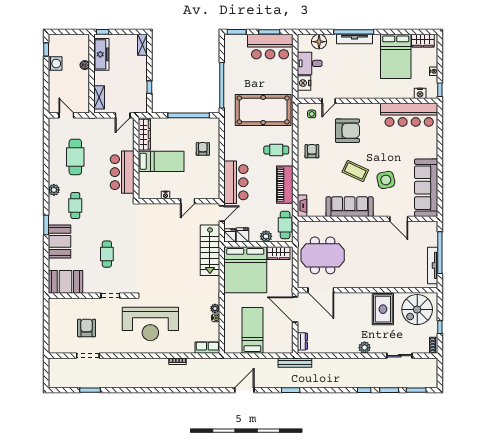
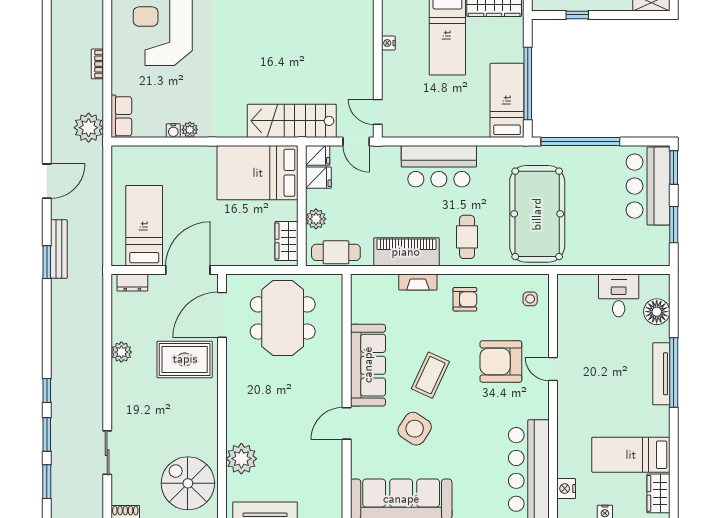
bar counter: (270, 47) -> (648, 186), moved
bed: (396, 56) -> (631, 455), width x0.67
nightstand: (304, 83) -> (584, 285), removed
door: (329, 101) -> (553, 369), moved
bed: (198, 127) -> (507, 100), added
armchair: (347, 131) -> (501, 361), turned 90
armchair: (203, 149) -> (469, 108), removed
side table: (386, 180) -> (415, 429), turned 45
bar counter: (236, 182) -> (439, 166), moved
door: (188, 201) -> (378, 112), moved
fireplace: (302, 206) -> (418, 282), moved
door: (399, 219) -> (347, 423), moved
bed: (245, 270) -> (258, 173), width x0.73
plant: (403, 279) -> (241, 459), added
rug: (383, 309) -> (185, 359), moved
bed: (252, 330) -> (144, 226), moved, turned -90
plant: (365, 348) -> (121, 352), moved
bench: (295, 363) -> (59, 249), moved
plant: (214, 366) -> (89, 128), added
door: (244, 390) -> (47, 181), hinge flipped

